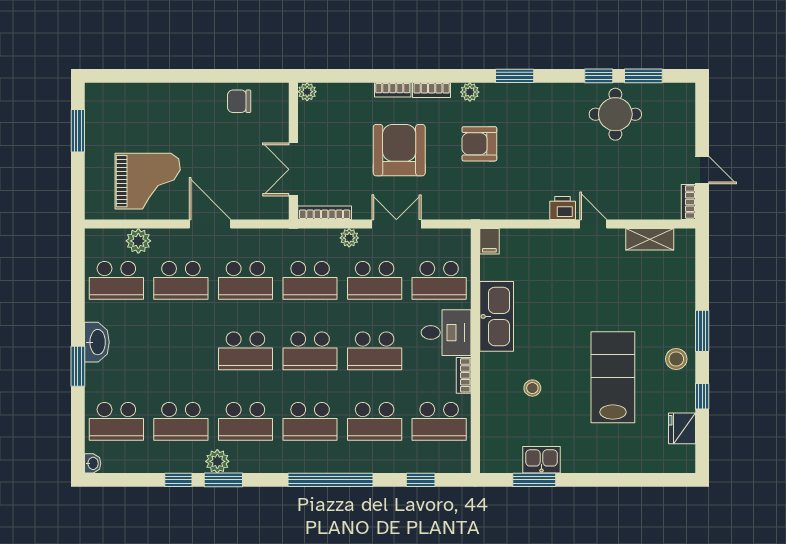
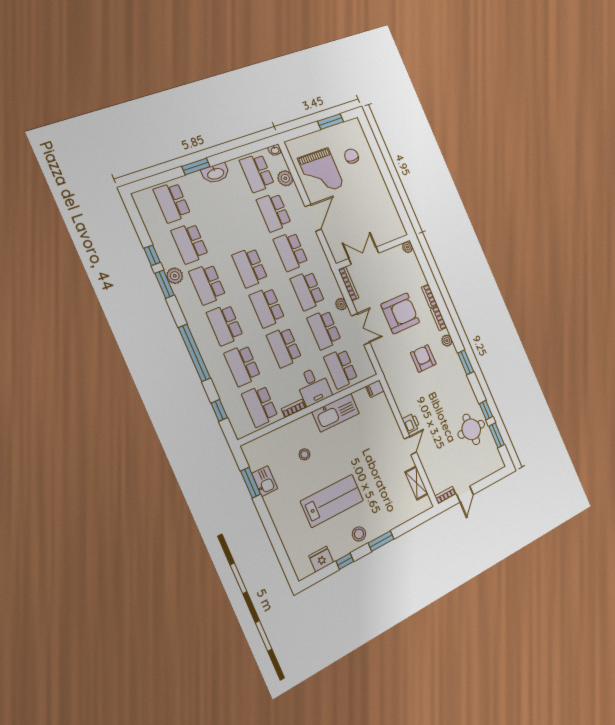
chair: (239, 101) -> (352, 156), moved
washbasin: (93, 463) -> (275, 150), moved

